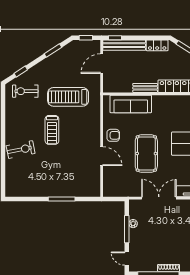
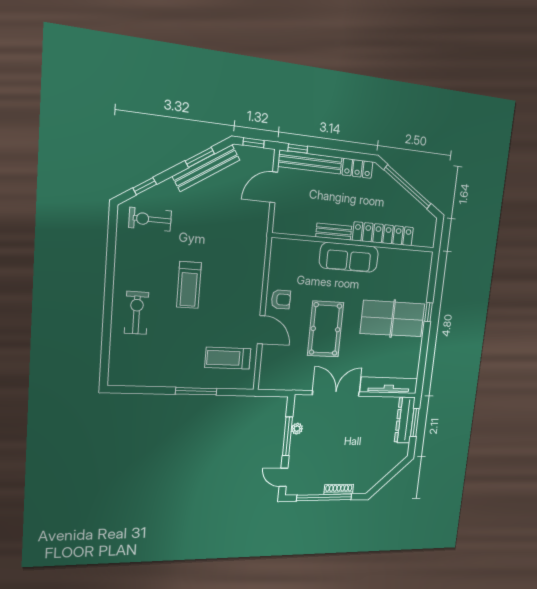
bench: (57, 57) -> (206, 168), added
treadmill: (68, 97) -> (228, 358), moved, width x0.73, depth x0.73
sofa: (131, 104) -> (349, 257), moved
exercise bike: (21, 150) -> (137, 313), turned -79

